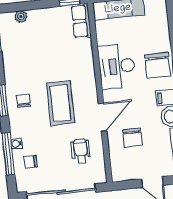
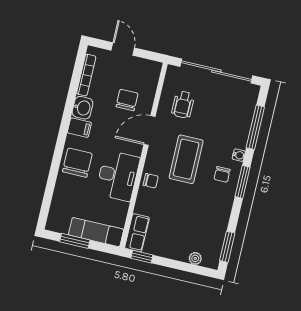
water cooler: (17, 144) -> (239, 155), moved
chair: (31, 162) -> (151, 181), moved

